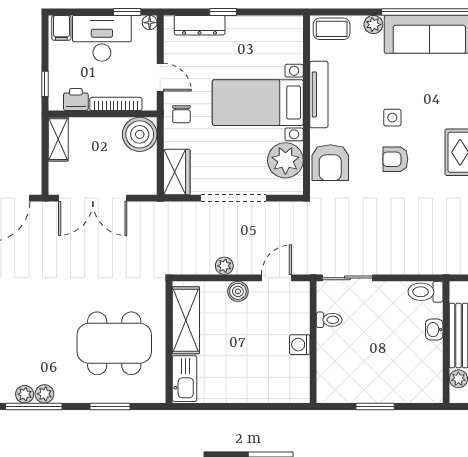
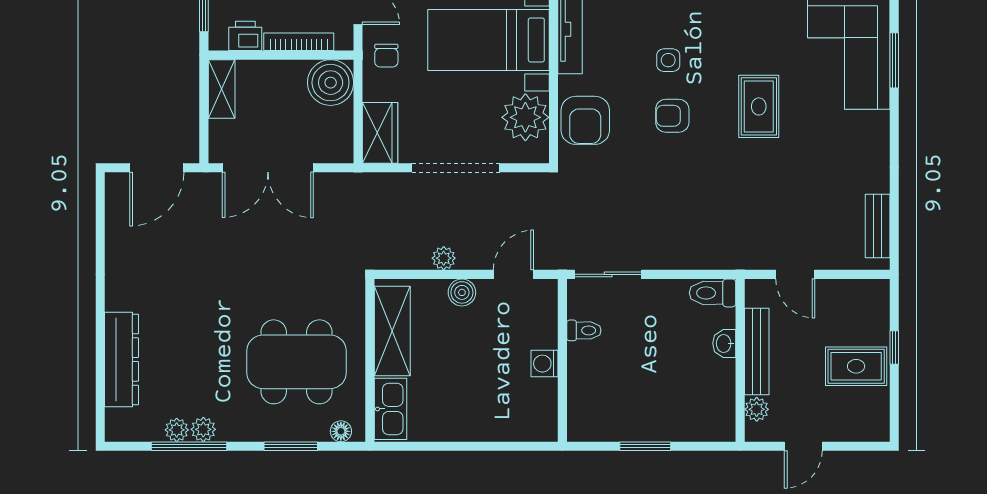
floor lamp: (147, 395) -> (341, 431), added

